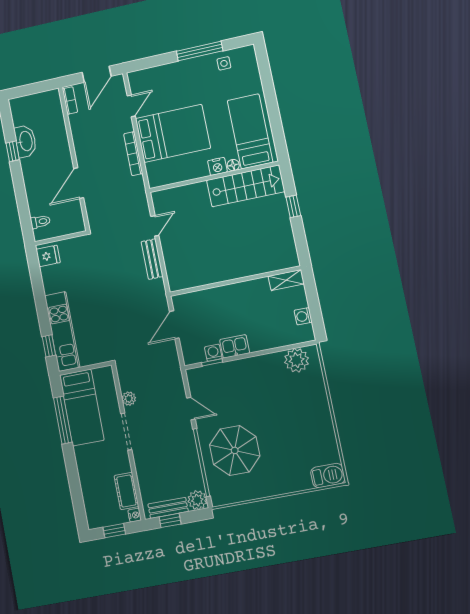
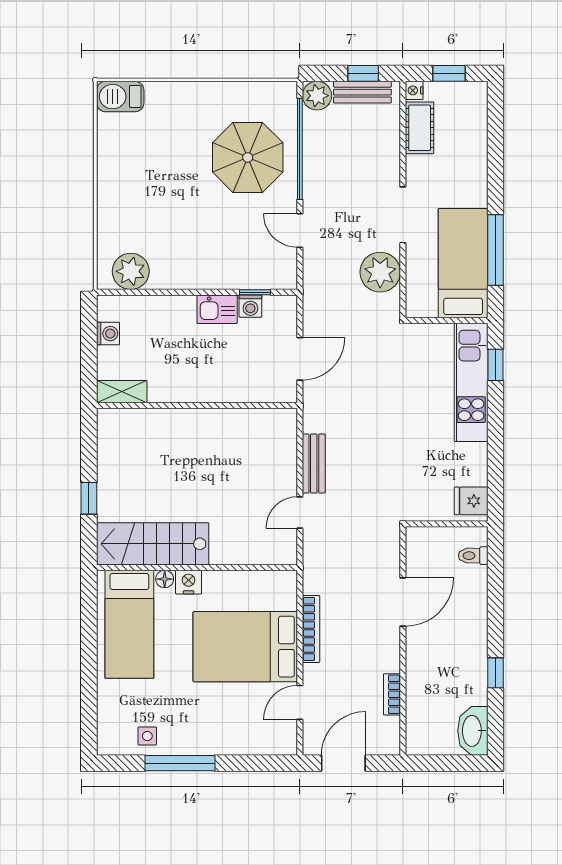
bookcase: (70, 100) -> (392, 694), moved
washbasin: (25, 141) -> (473, 731), moved
plant: (129, 399) -> (380, 272), width x1.88, depth x1.88

